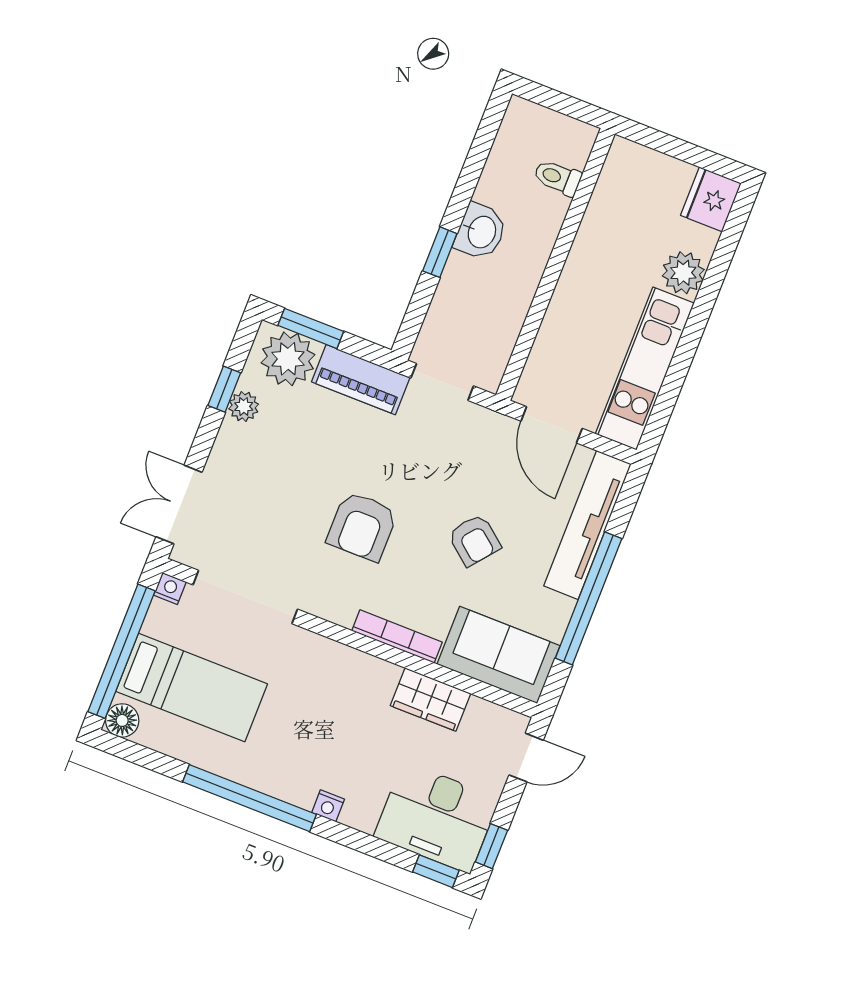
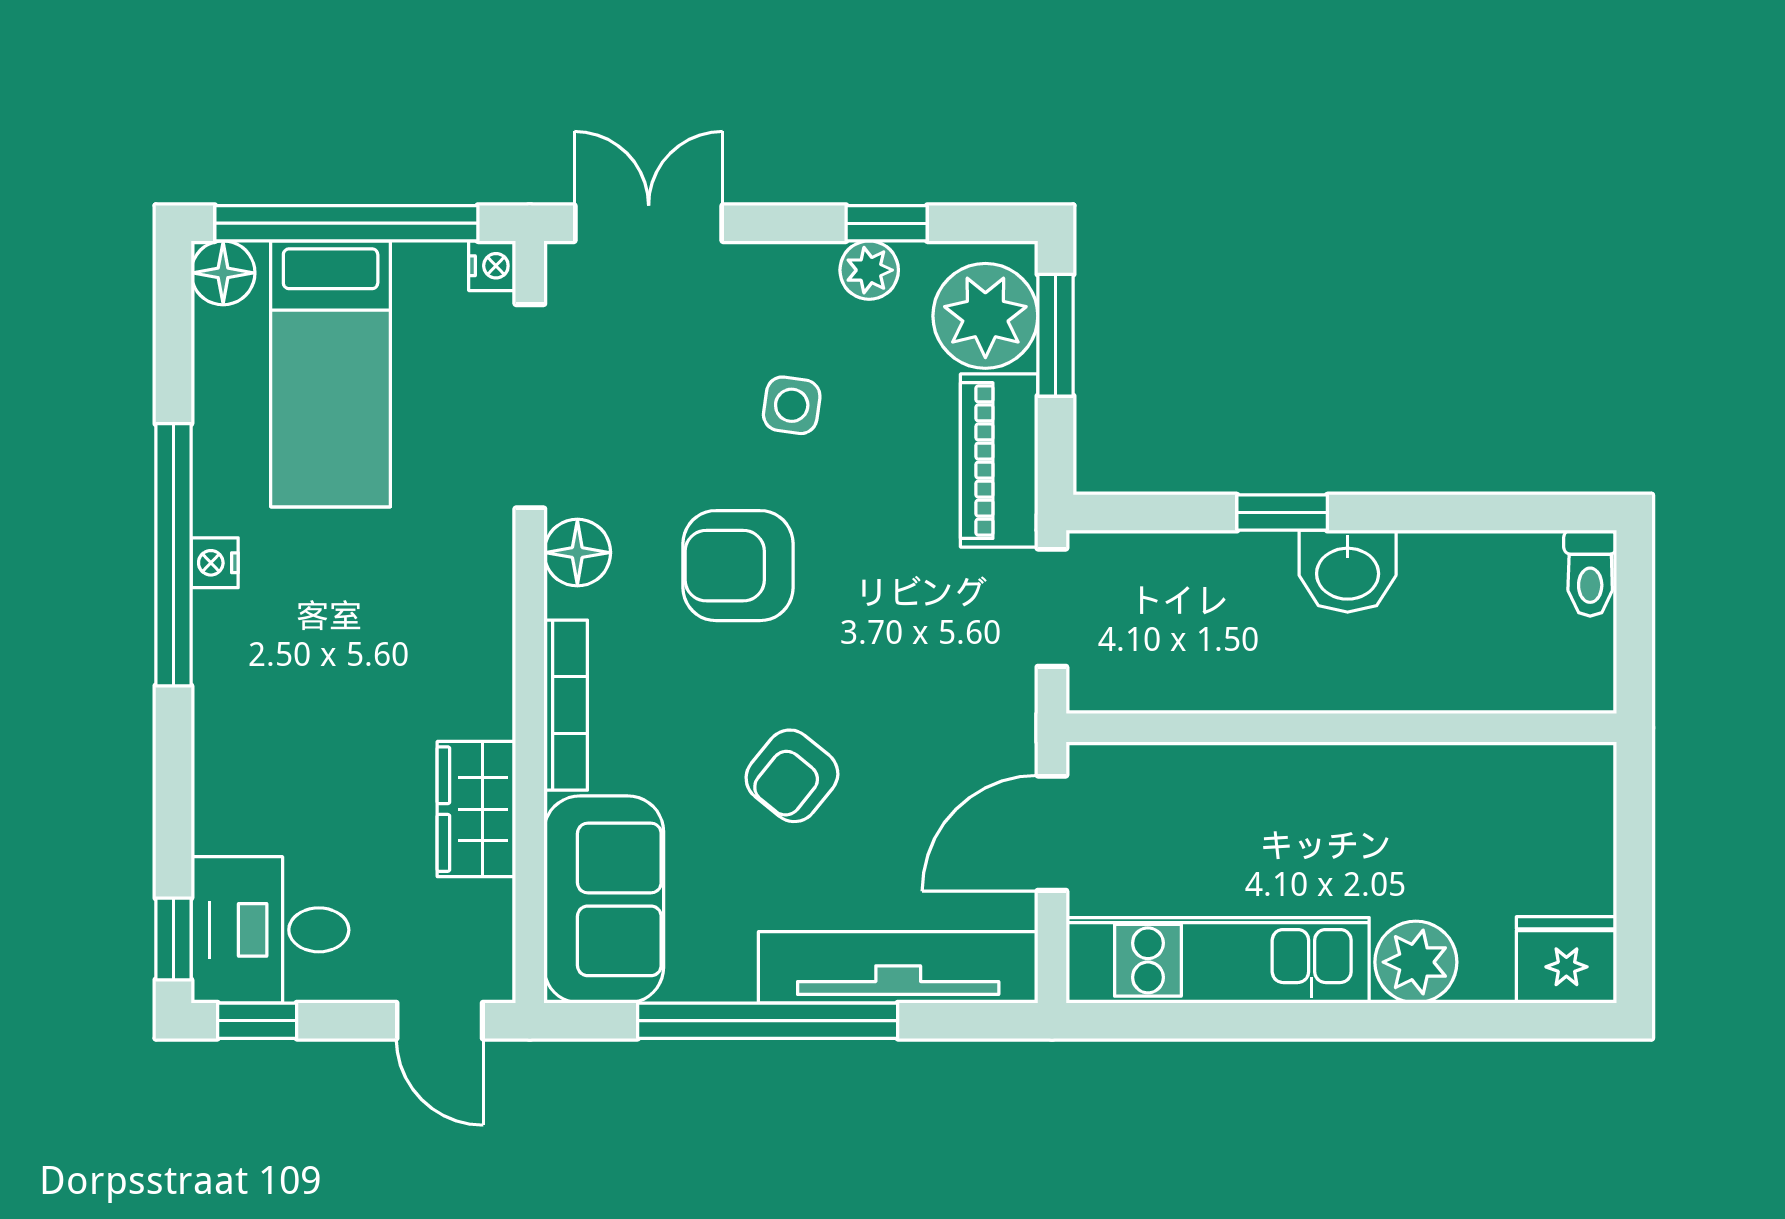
toilet: (558, 178) -> (1590, 573), moved, turned 180
side table: (295, 470) -> (792, 405), added
floor lamp: (325, 602) -> (577, 553), added
nightstand: (328, 806) -> (215, 563), moved
desk: (437, 817) -> (270, 930), width x0.73

